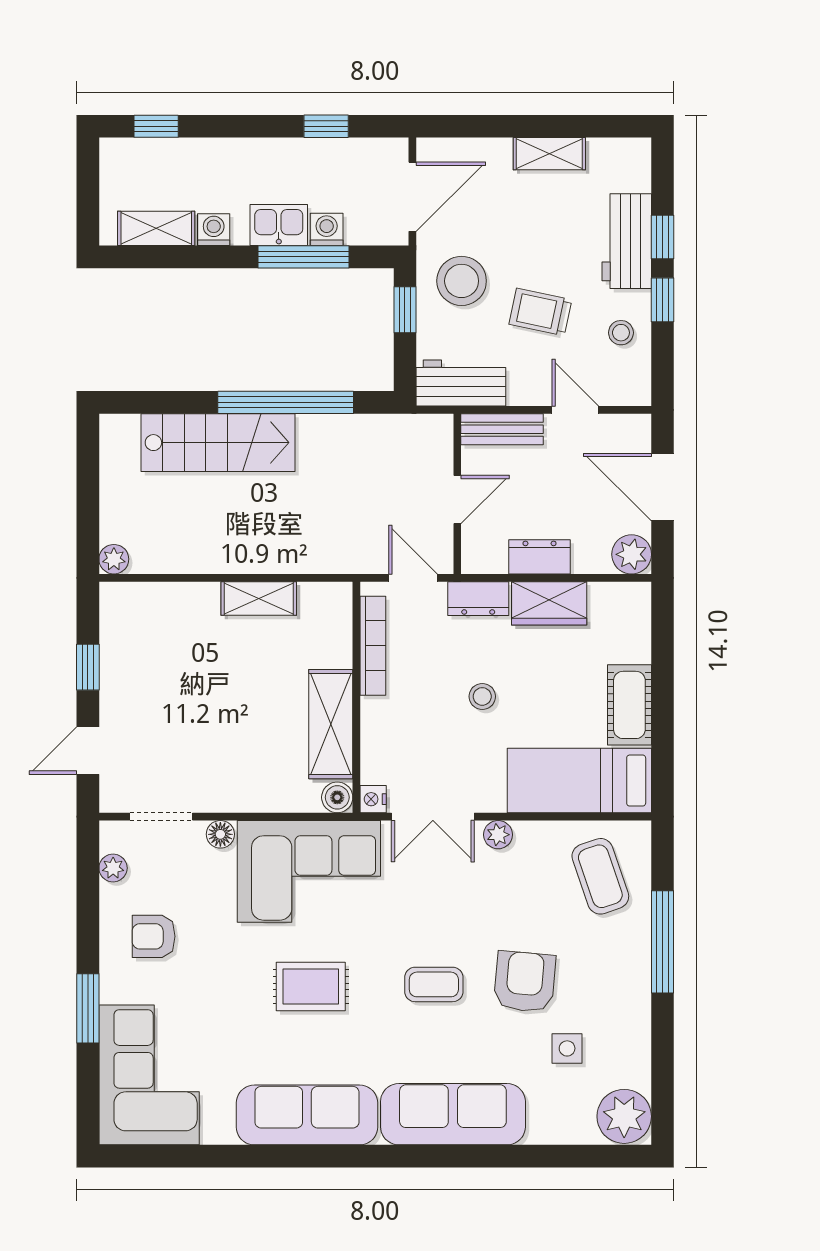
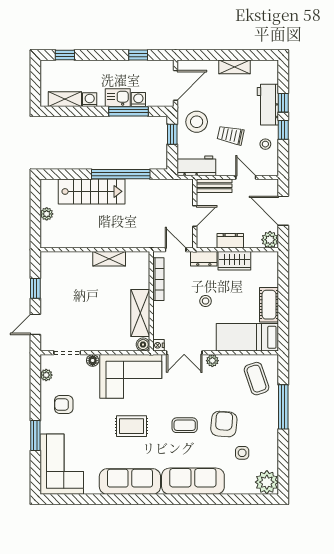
plant: (114, 559) -> (47, 214), moved

